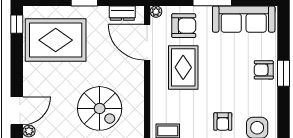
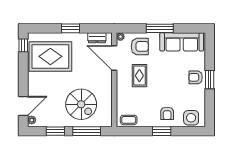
rug: (183, 67) -> (139, 76), width x0.73, depth x0.70

